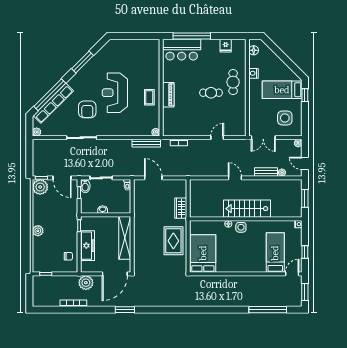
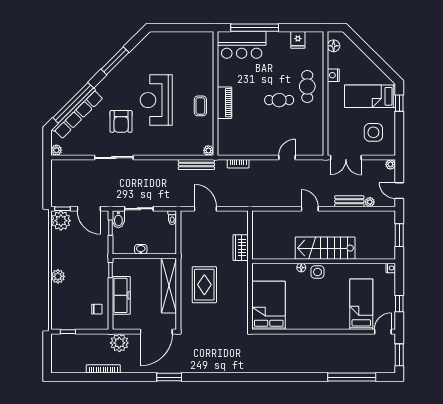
rug: (173, 241) -> (204, 285), moved

